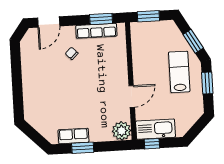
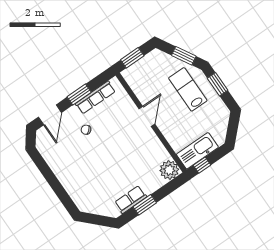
window: (101, 19) -> (79, 95), moved
door: (132, 97) -> (147, 116), moved

